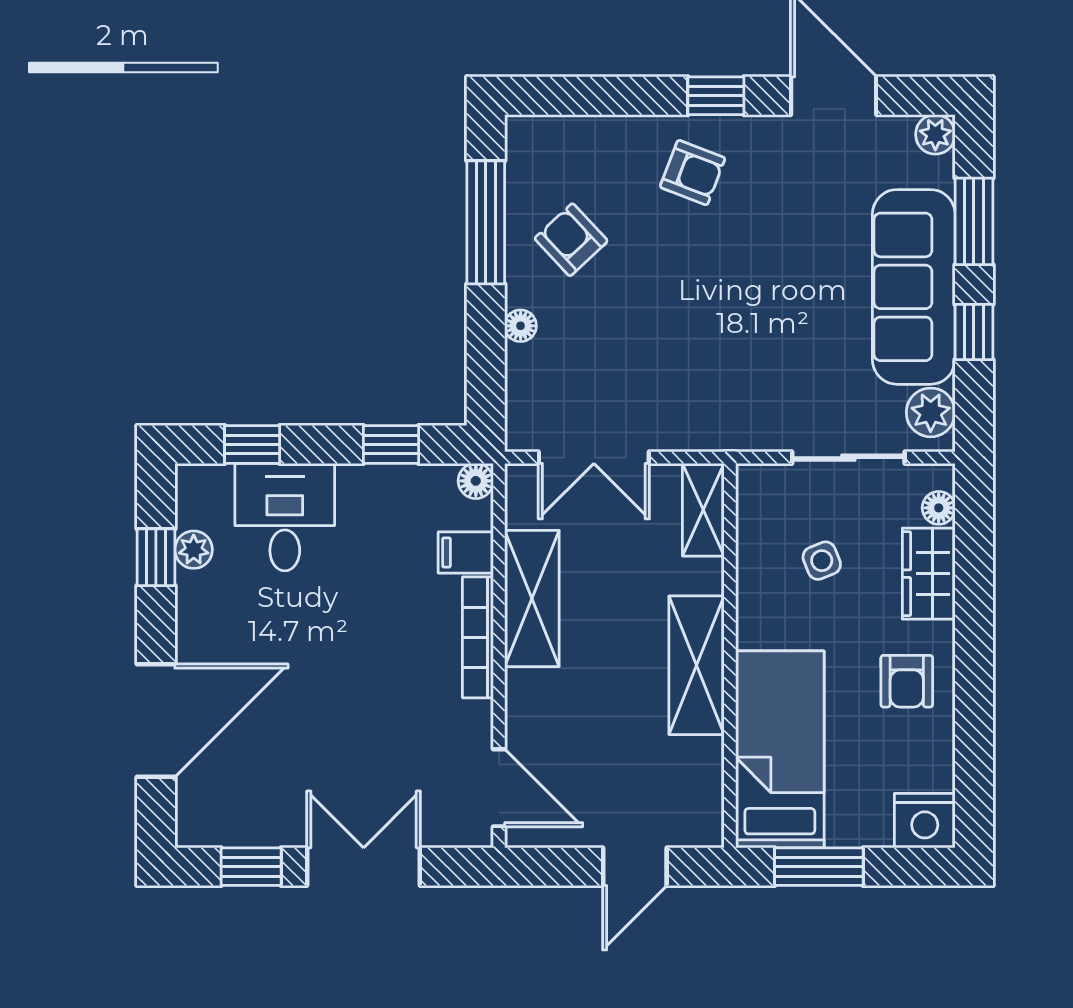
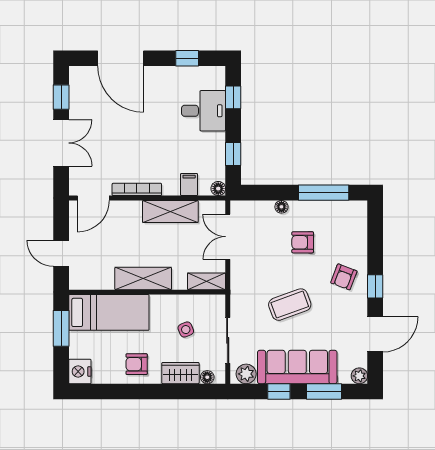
armchair: (571, 240) -> (303, 242), moved, turned -137
coffee table: (760, 305) -> (290, 305), added
plant: (194, 550) -> (190, 74), removed
bookcase: (478, 637) -> (137, 189), moved

